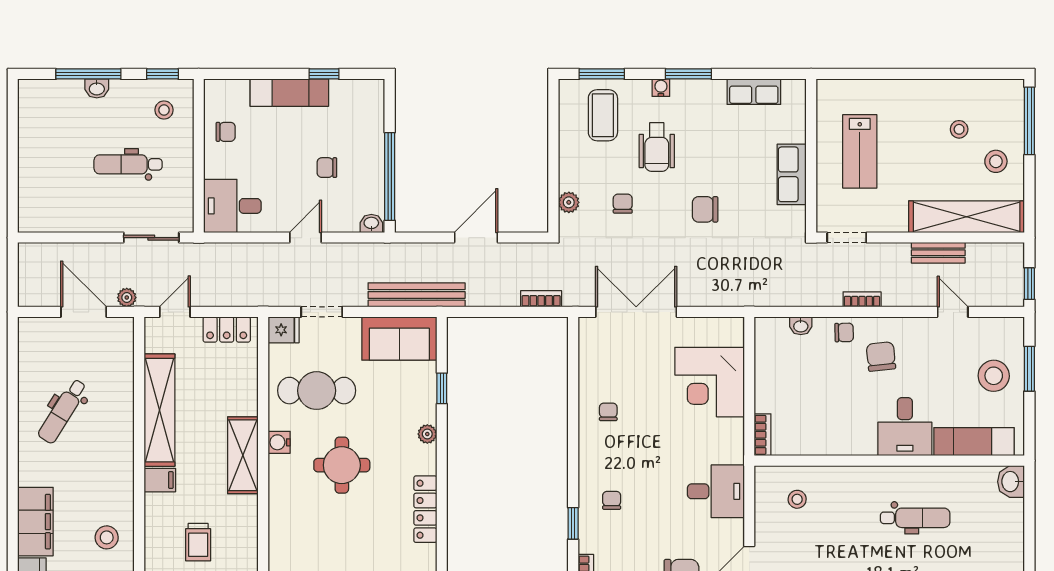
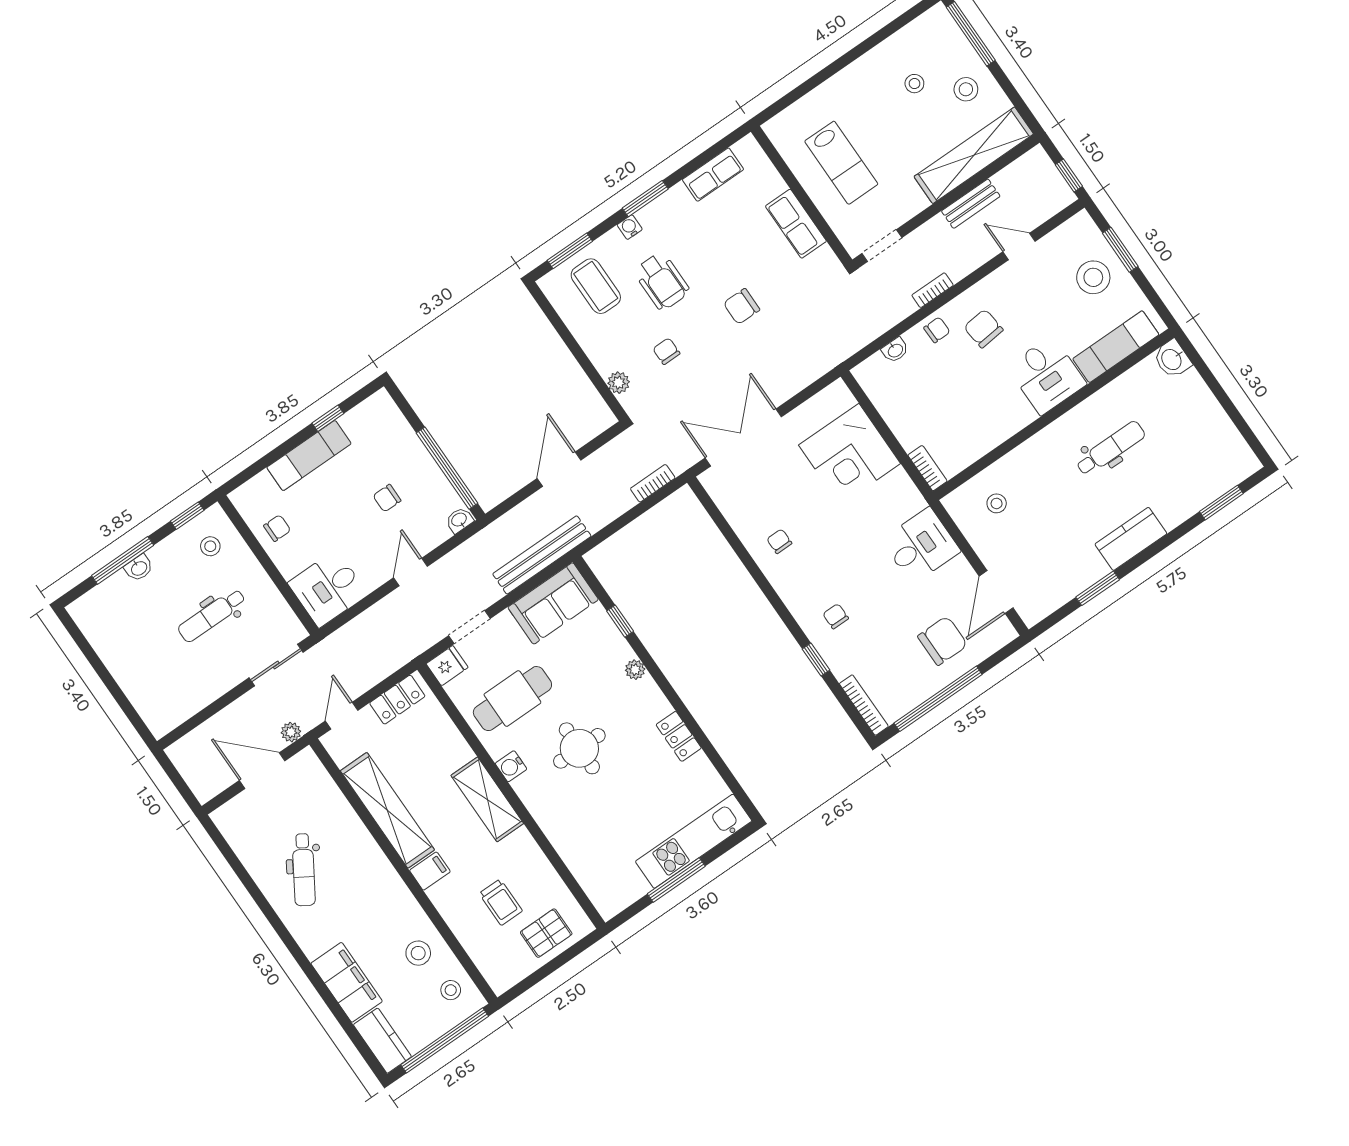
locker: (425, 509) -> (679, 736), width x0.66

